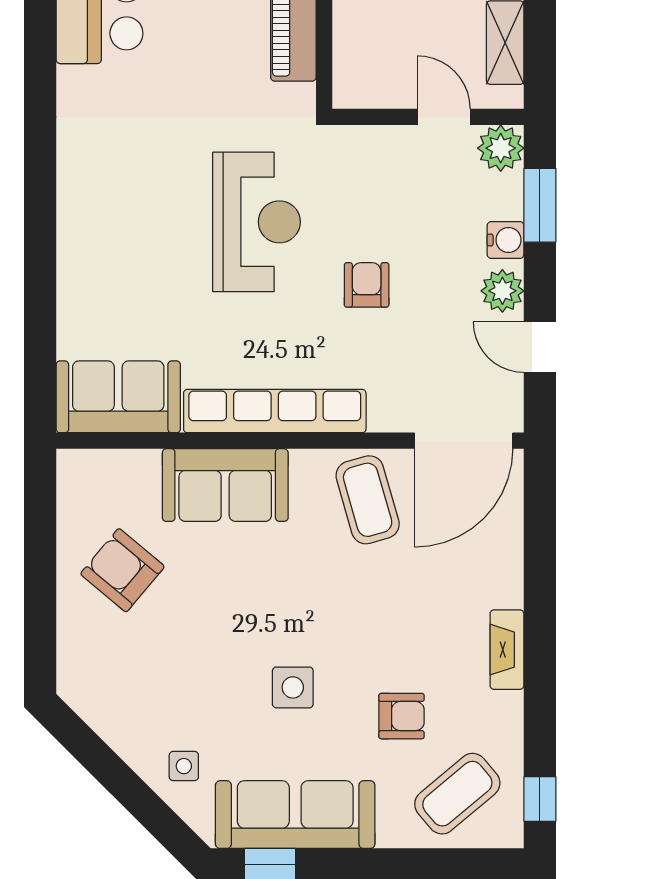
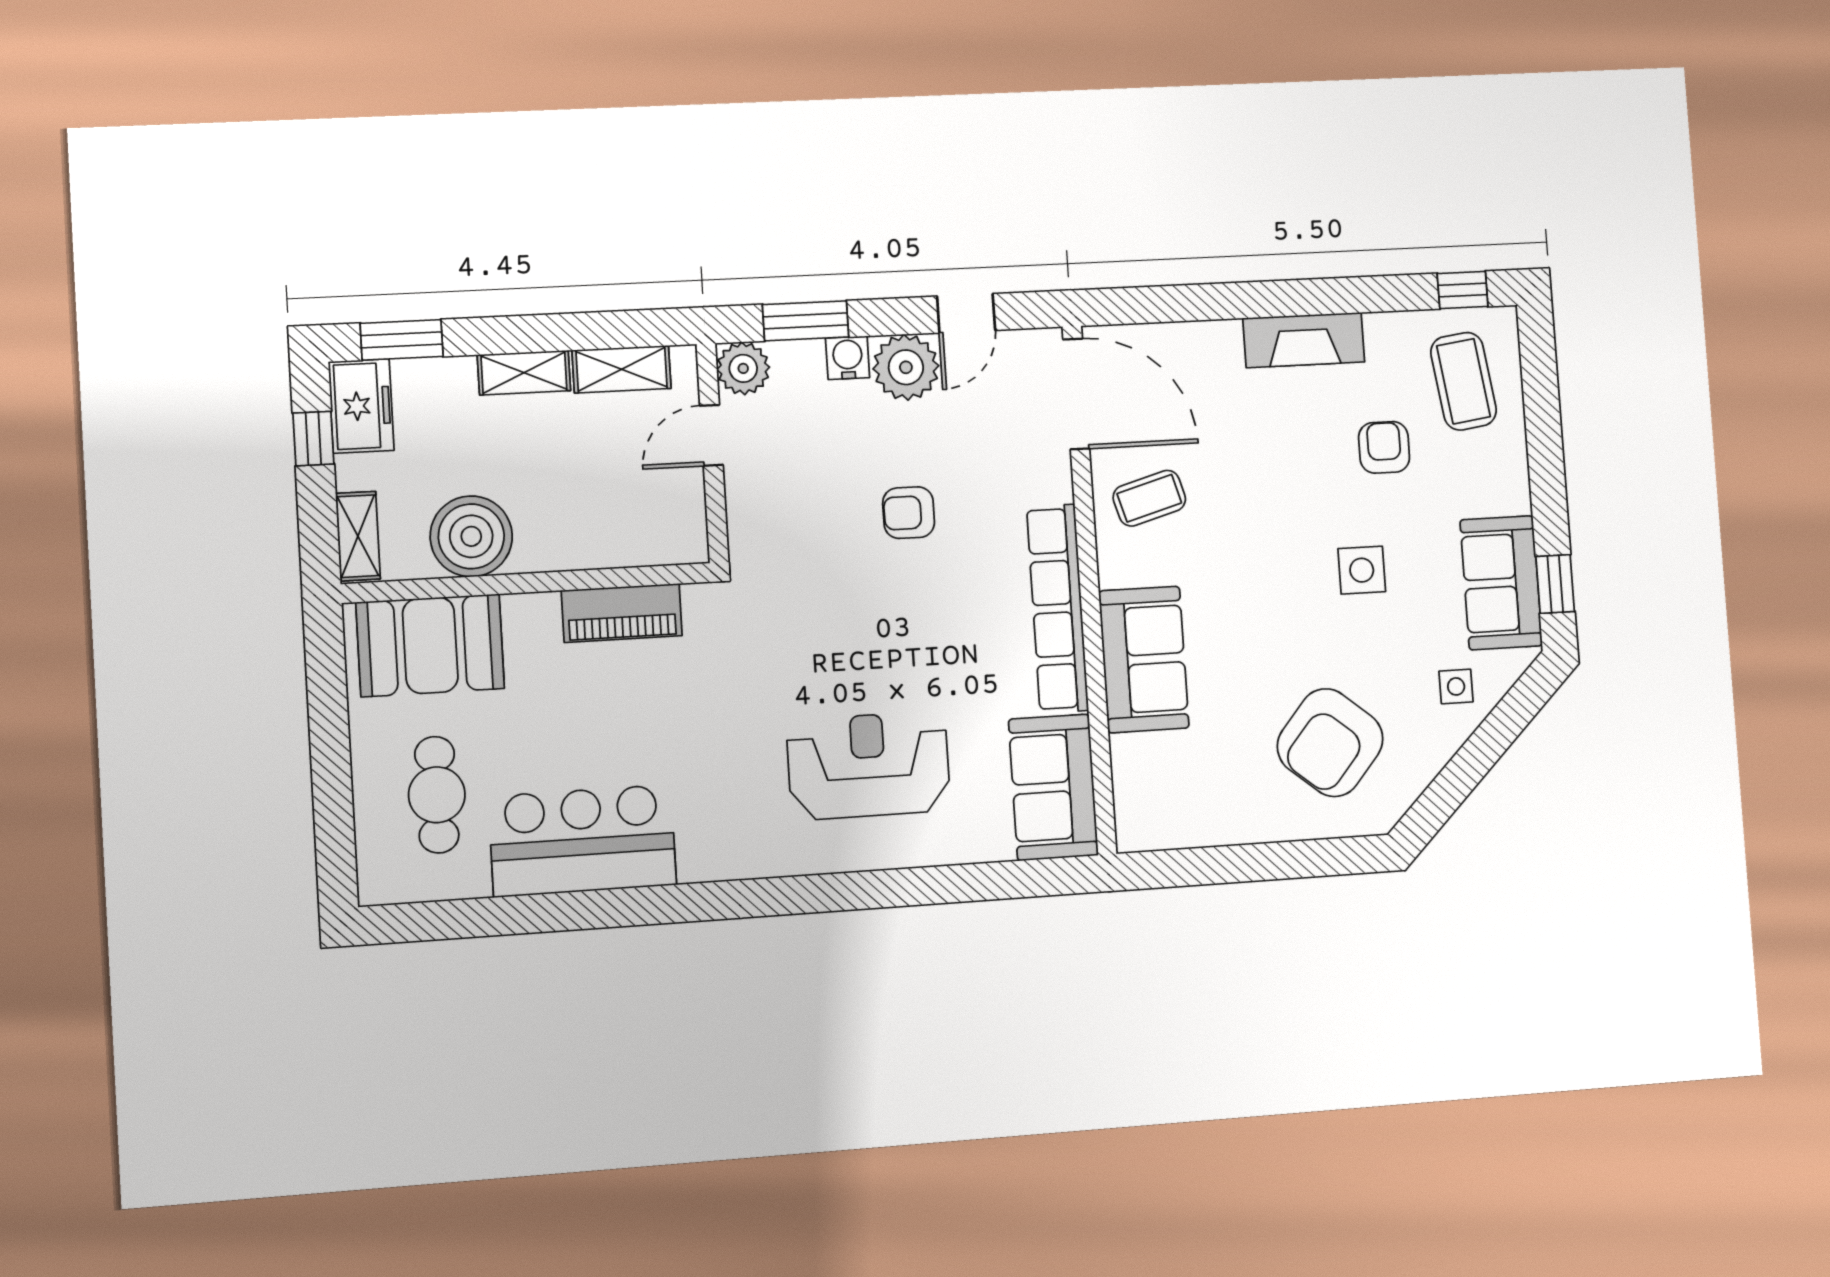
reception desk: (257, 222) -> (868, 765), moved
plant: (502, 291) -> (906, 367), width x1.36, depth x1.36
coffee table: (368, 500) -> (1149, 498), width x0.73, depth x0.77
armchair: (122, 570) -> (1330, 743), moved, width x1.36, depth x1.36
fireplace: (507, 650) -> (1304, 340), width x1.37, depth x1.32
coffee table: (457, 794) -> (1463, 381), turned 32
sofa: (295, 815) -> (1501, 583), width x0.73

